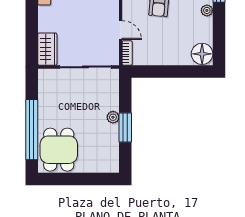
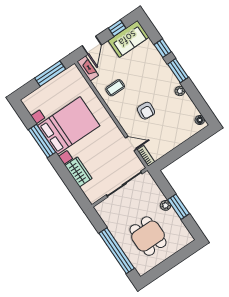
wardrobe: (47, 49) -> (78, 172), moved
floor lamp: (202, 54) -> (200, 120), width x0.53, depth x0.53
dining table: (59, 150) -> (148, 236), moved

